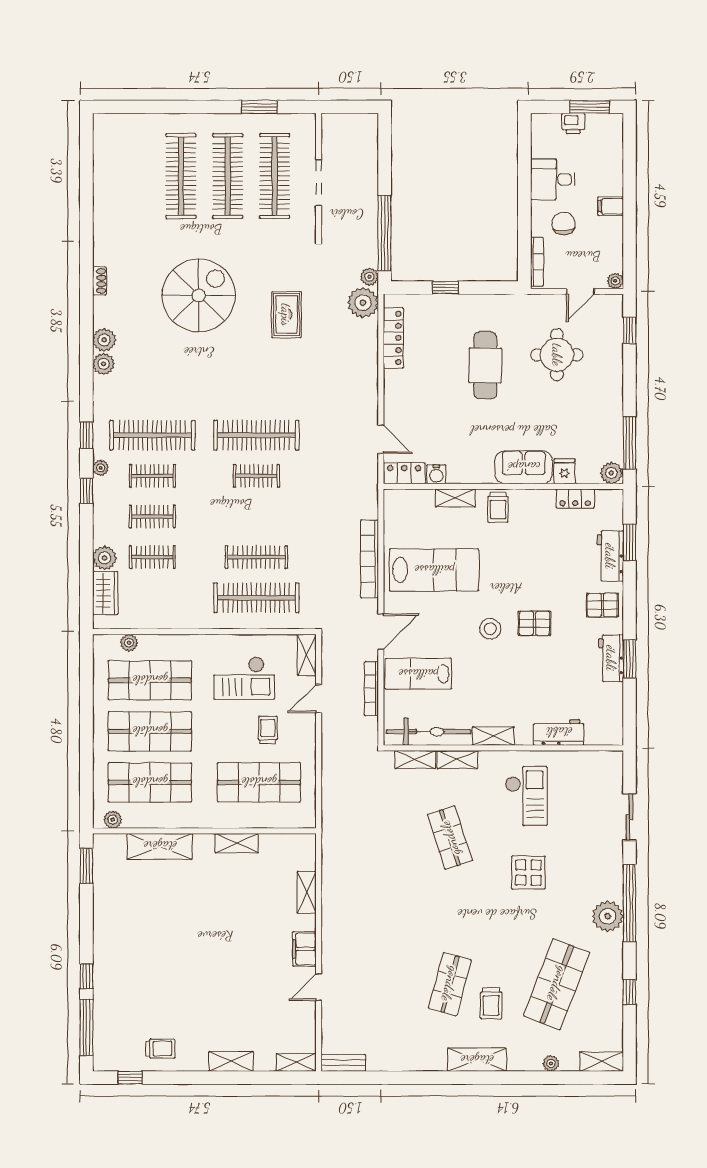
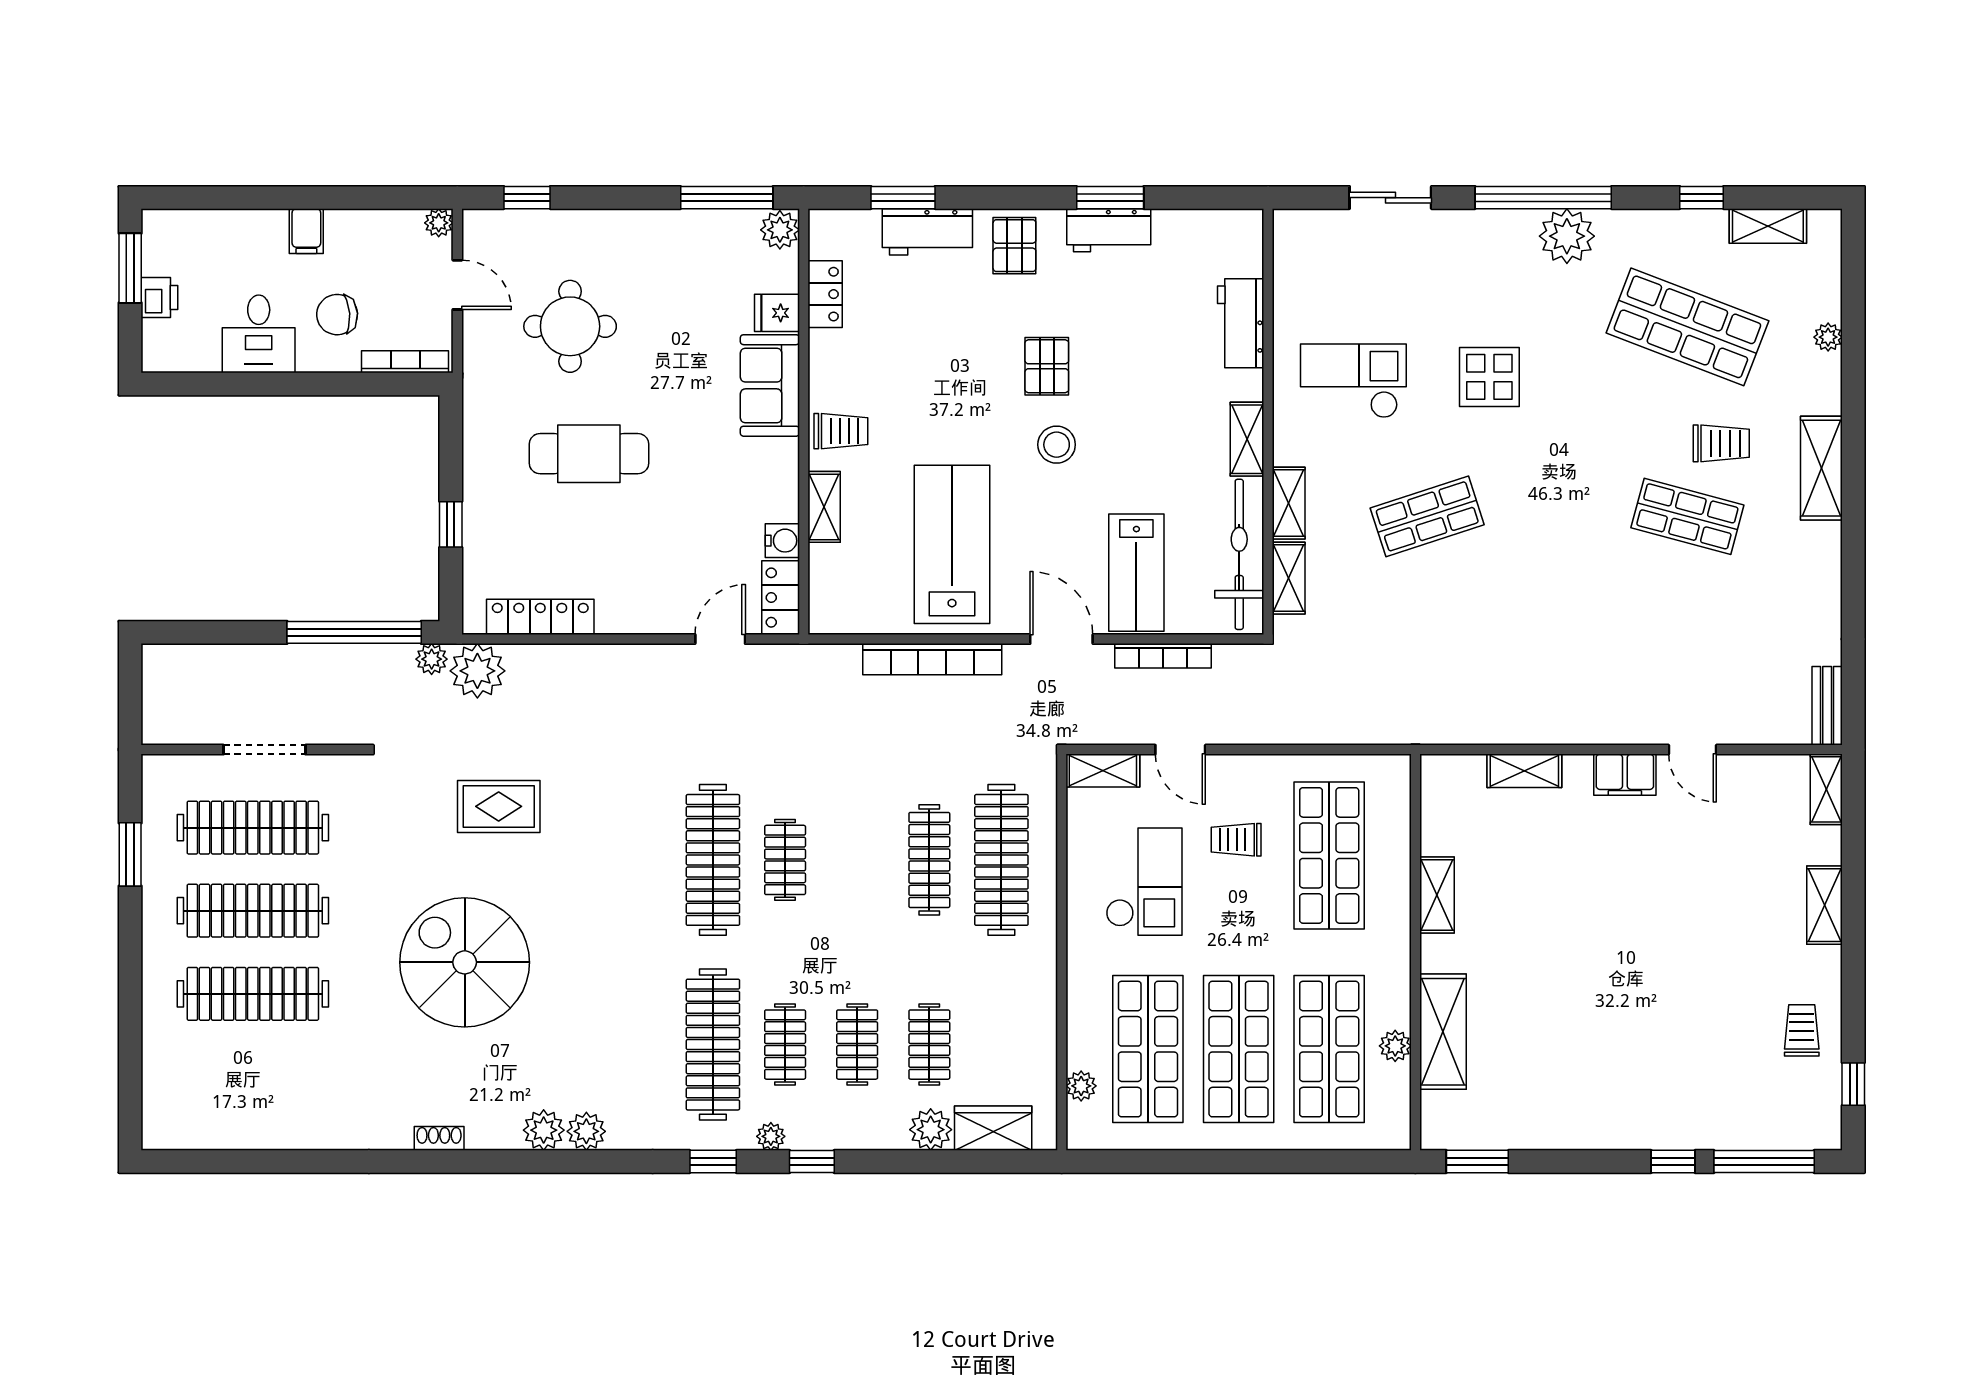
plant: (113, 820) -> (1395, 1046), moved
shelving: (602, 1062) -> (1768, 226), moved, turned 90

